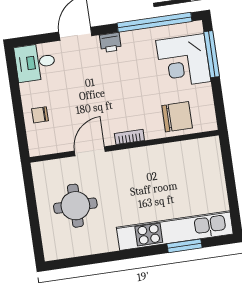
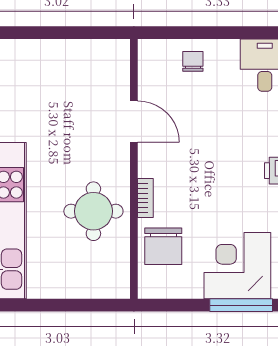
bookcase: (129, 137) -> (145, 198), moved
round table: (75, 206) -> (93, 211), moved

